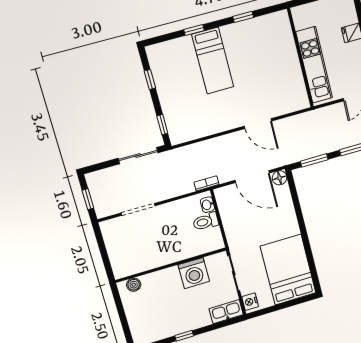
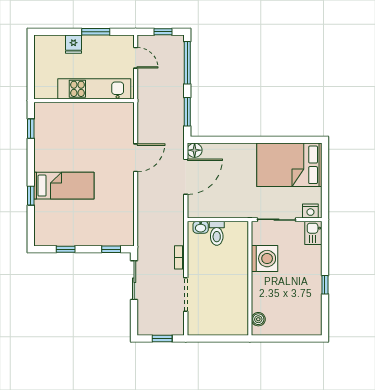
window: (243, 17) -> (31, 129), moved
bookcase: (206, 183) -> (179, 257), moved
kitchen sink: (226, 312) -> (313, 233), width x0.73

